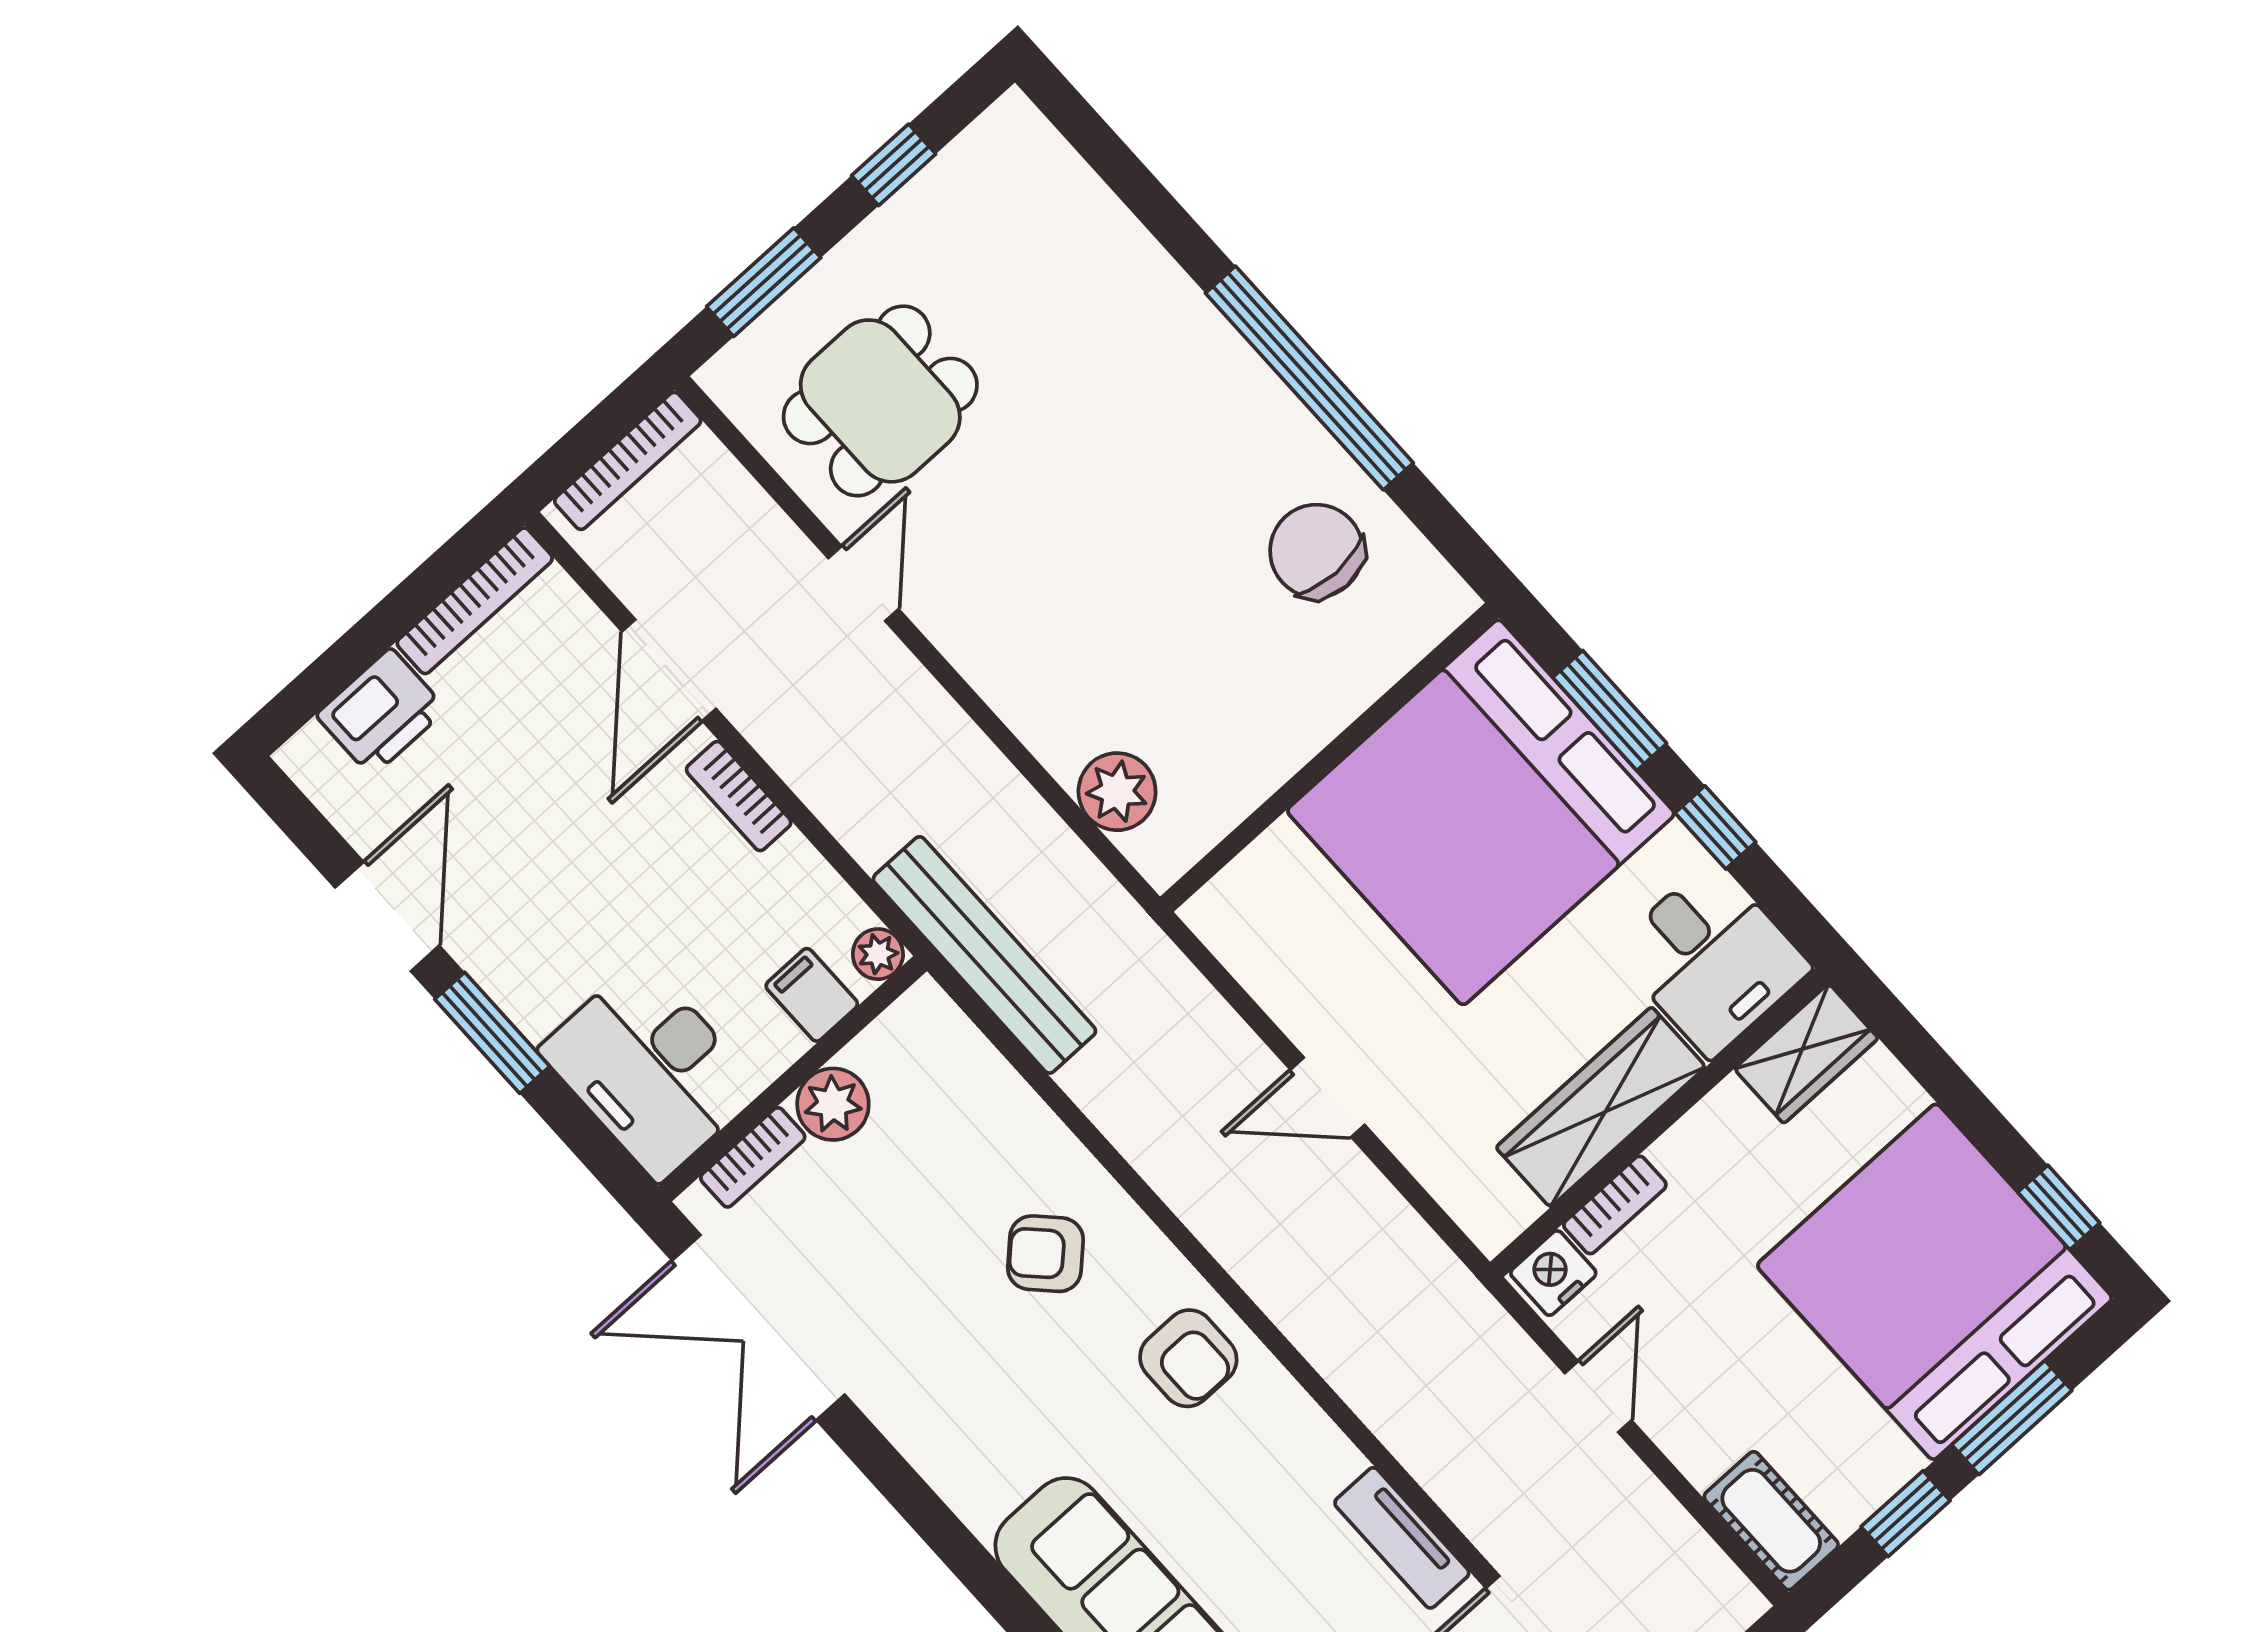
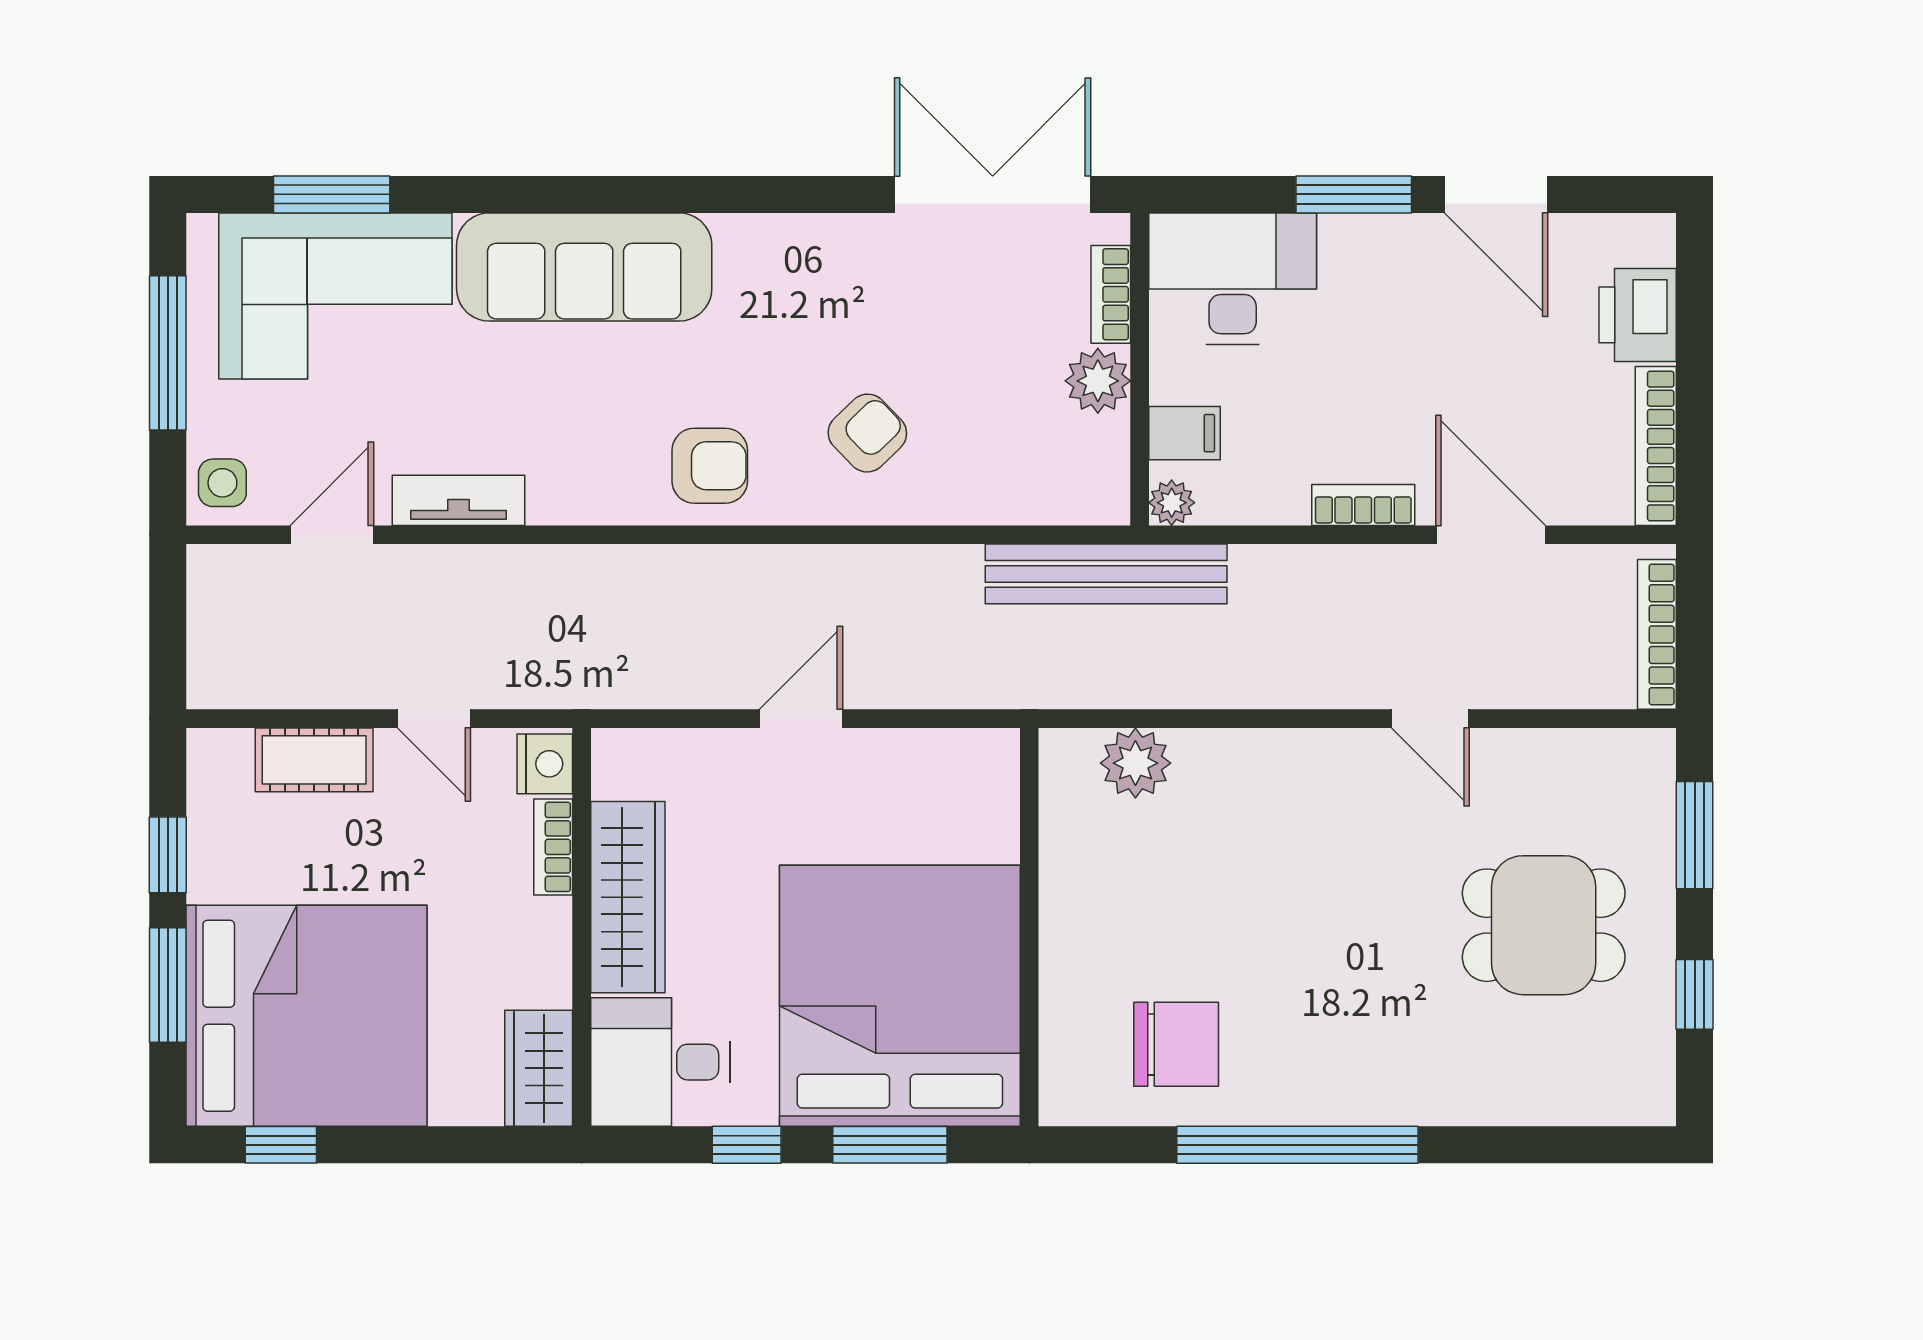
dining table: (880, 401) -> (1544, 925), moved, turned 90
armchair: (1188, 1358) -> (710, 466), turned 180
cot: (1771, 1521) -> (314, 760), moved

